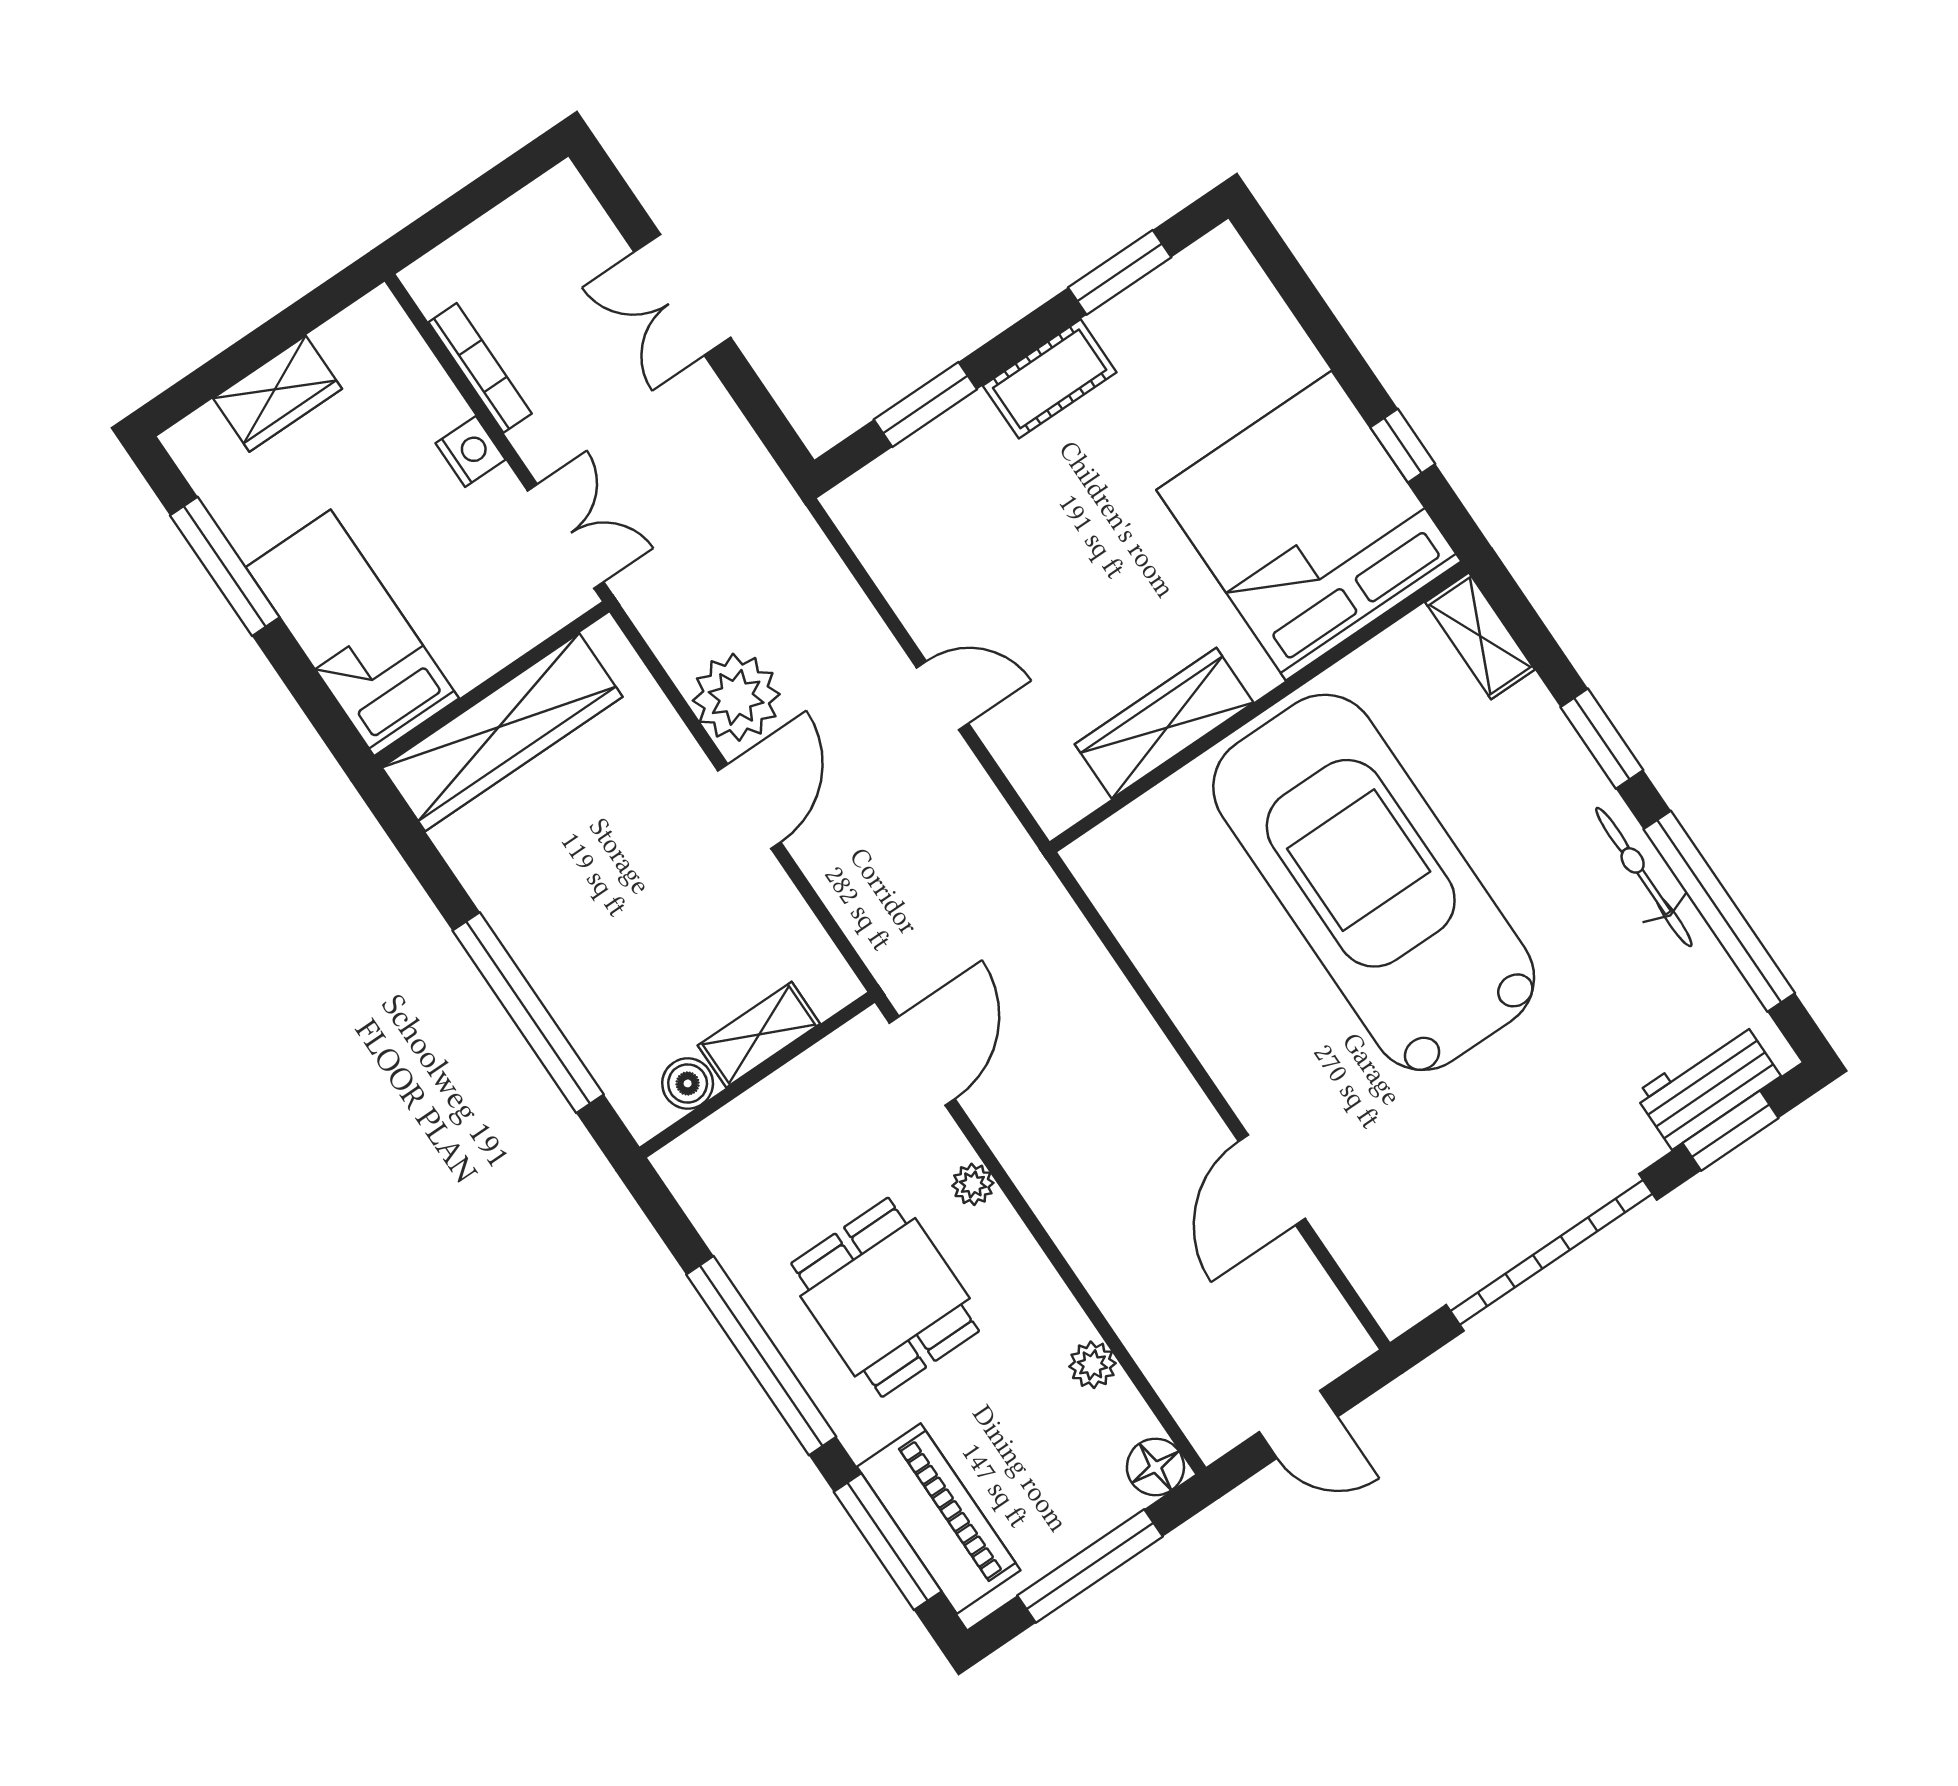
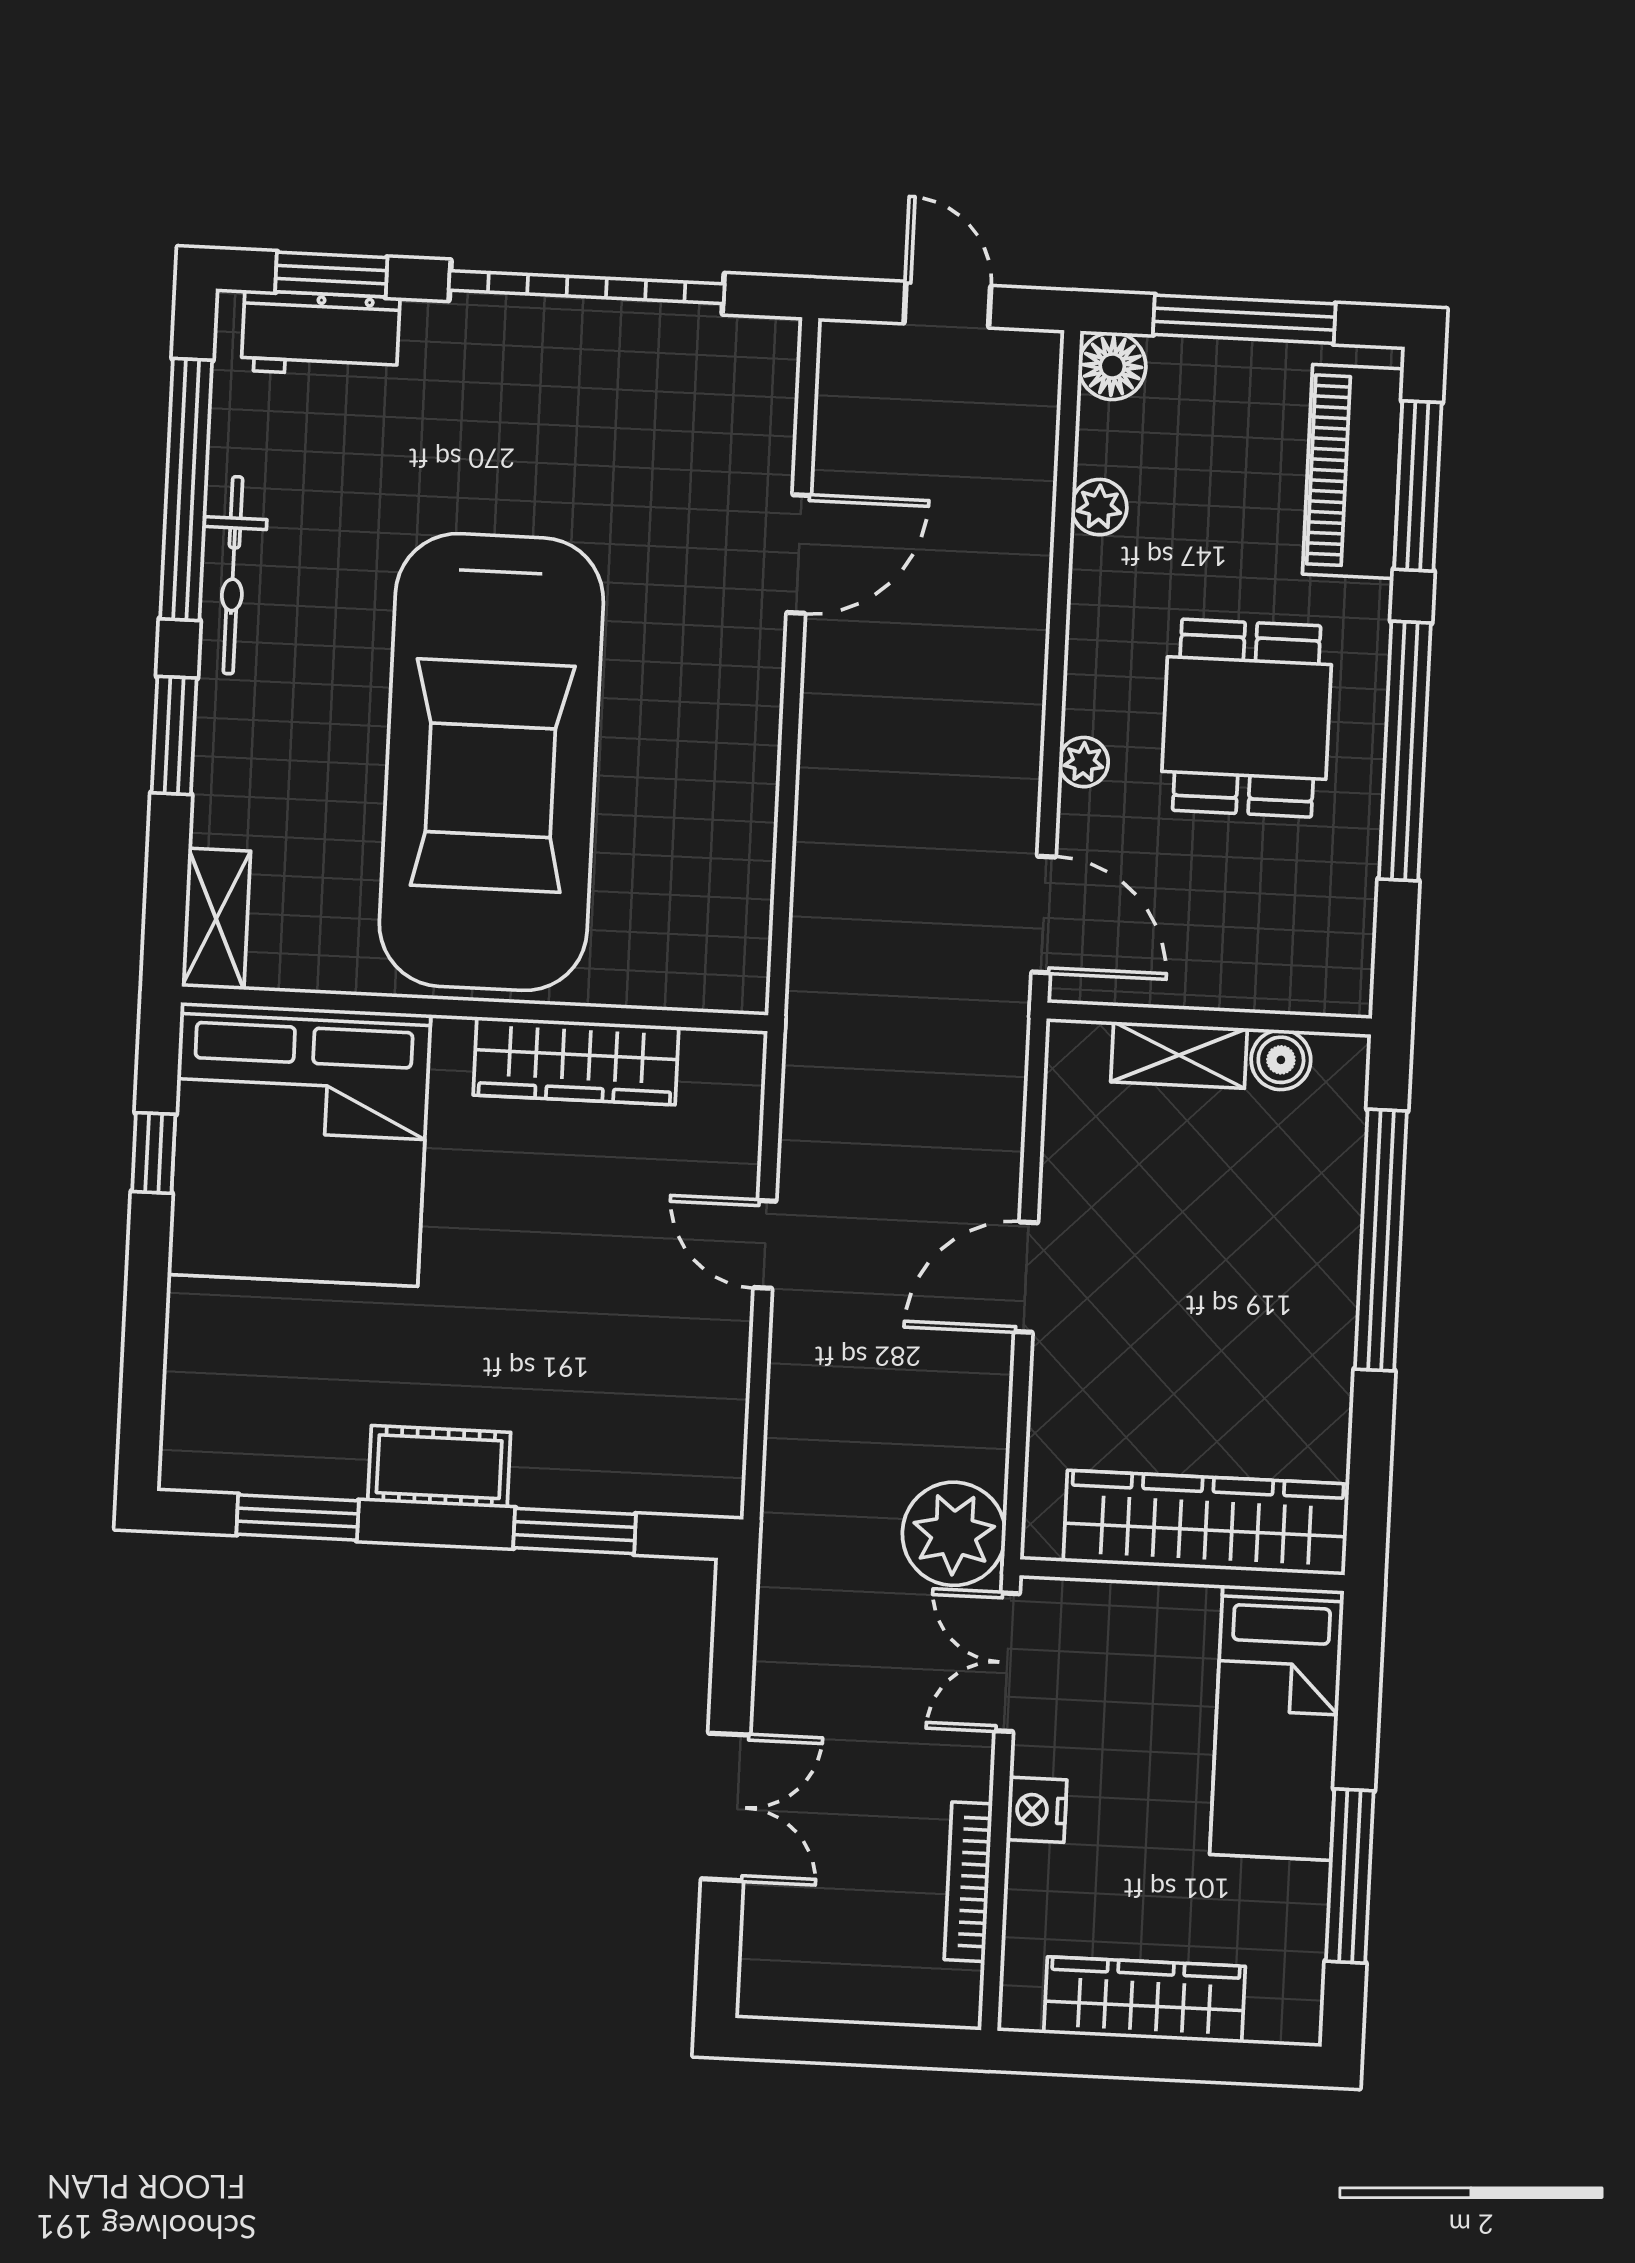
wardrobe: (278, 394) -> (1144, 2000), width x1.50
plant: (736, 697) -> (954, 1534), moved
door: (922, 1061) -> (1044, 915), swing flipped

